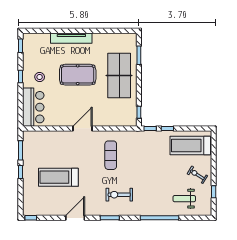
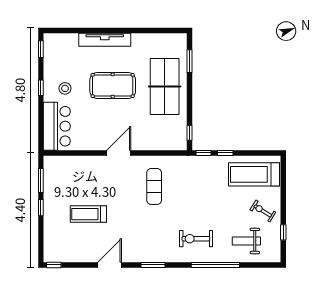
treadmill: (58, 177) -> (88, 214), width x0.73, depth x0.73
exercise bike: (119, 195) -> (196, 239), moved

